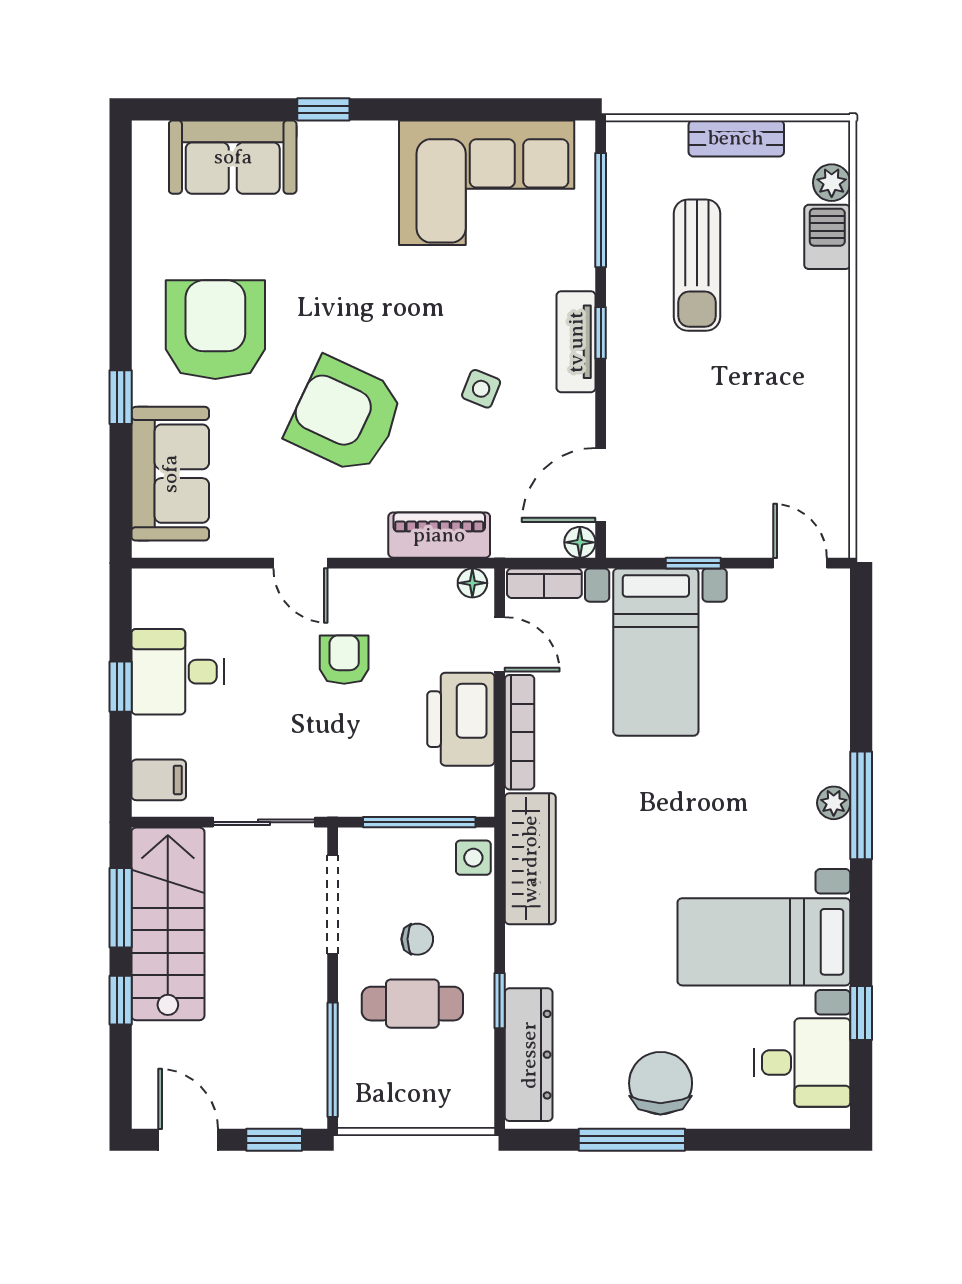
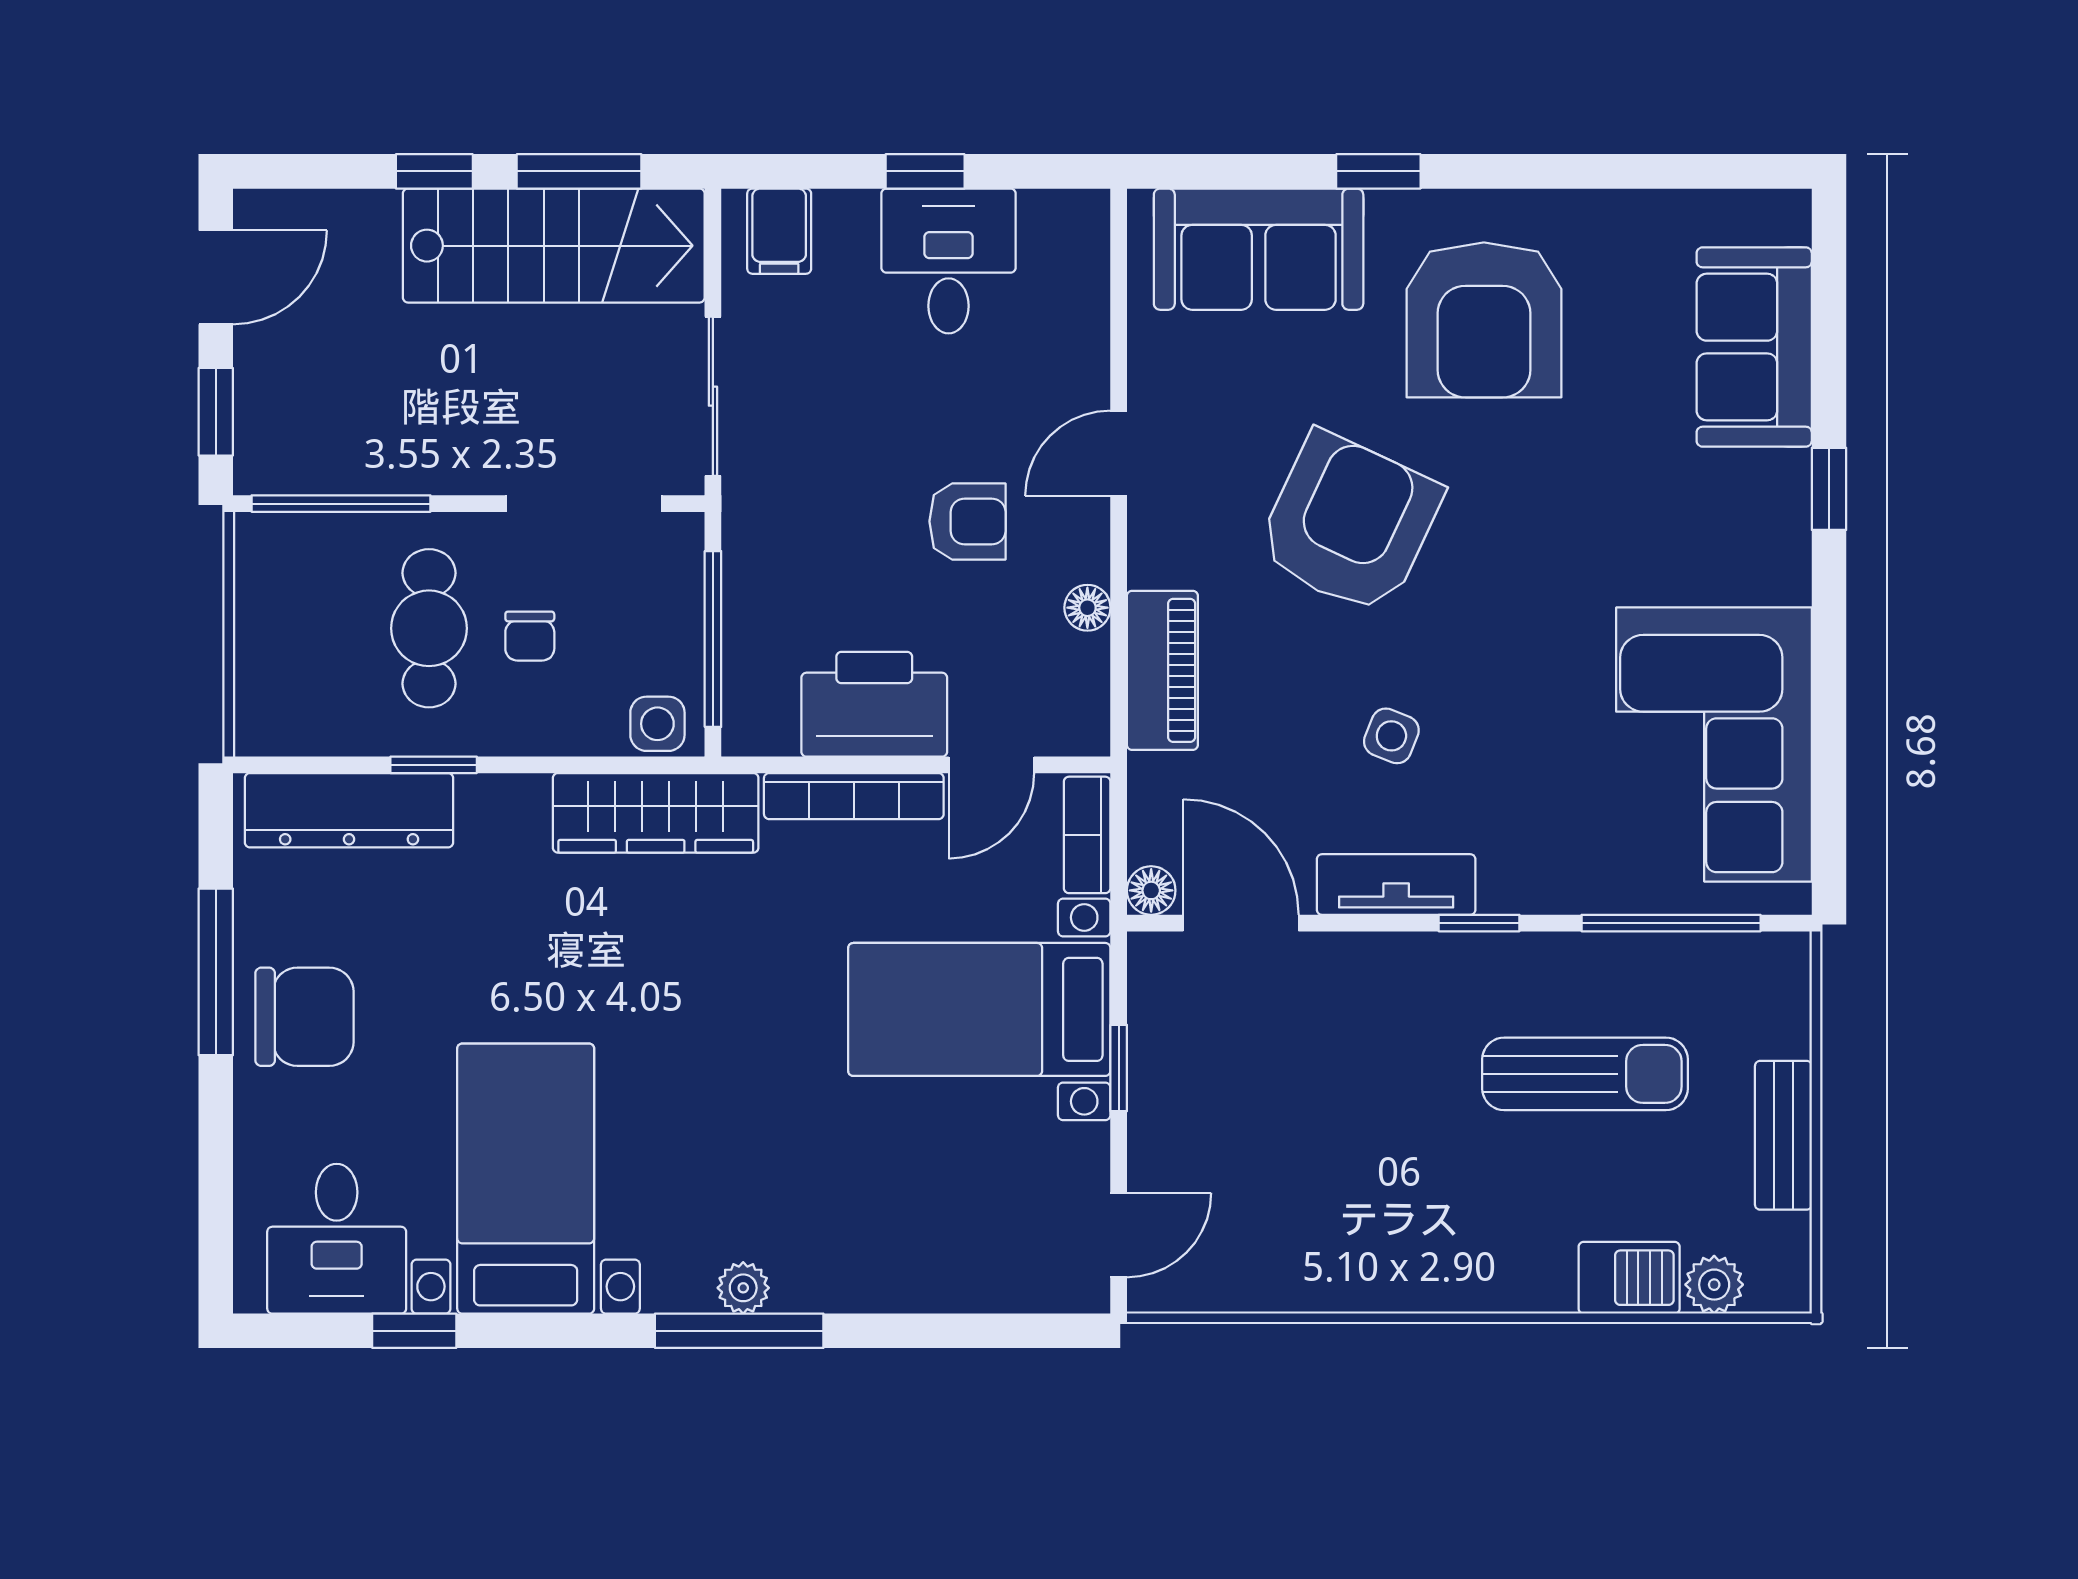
sun lounger: (697, 265) -> (1585, 1074), turned 180
armchair: (215, 330) -> (1484, 320), turned 90
tv unit: (576, 342) -> (1396, 884), moved
floor lamp: (472, 583) -> (1087, 608), moved

